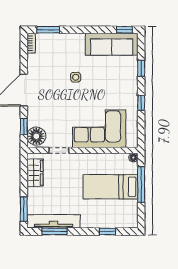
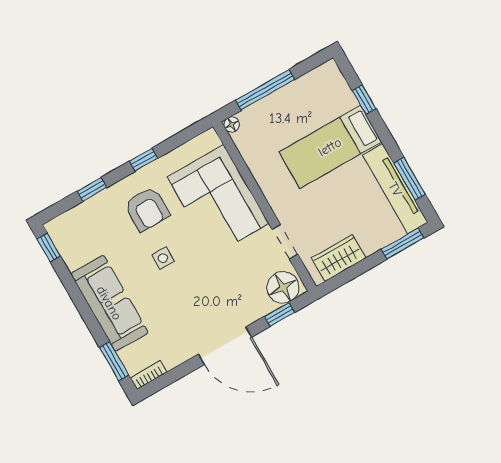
sofa: (112, 44) -> (109, 303), moved
side table: (76, 77) -> (163, 258), moved
armchair: (115, 90) -> (147, 209), added
bed: (110, 187) -> (330, 147), moved, turned 90

